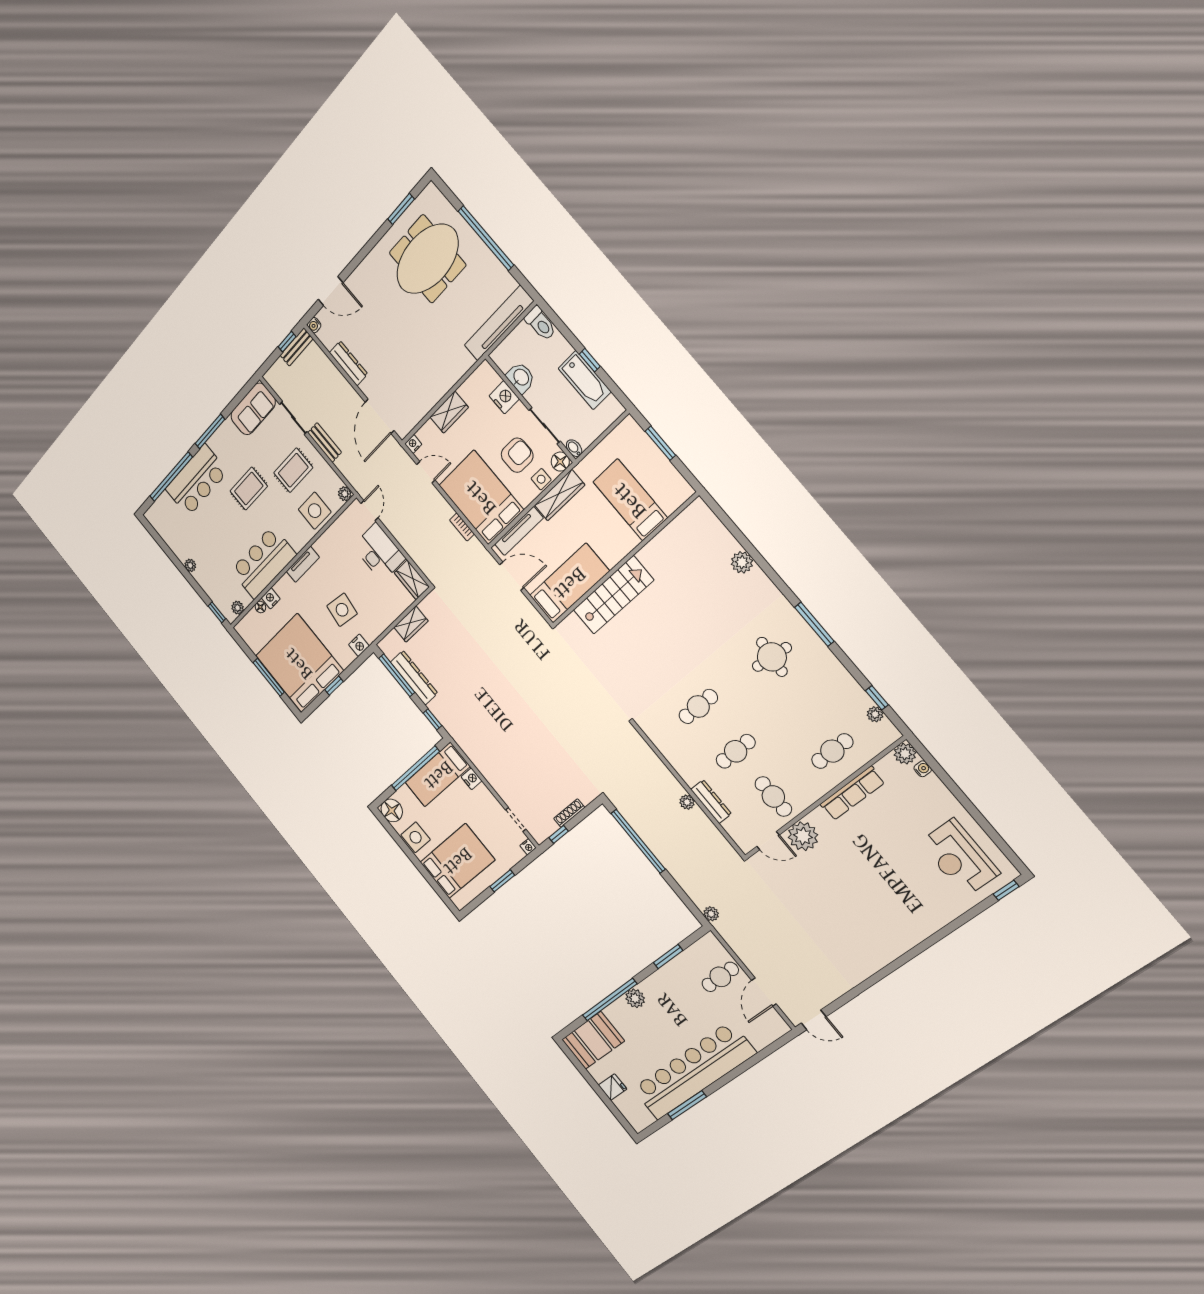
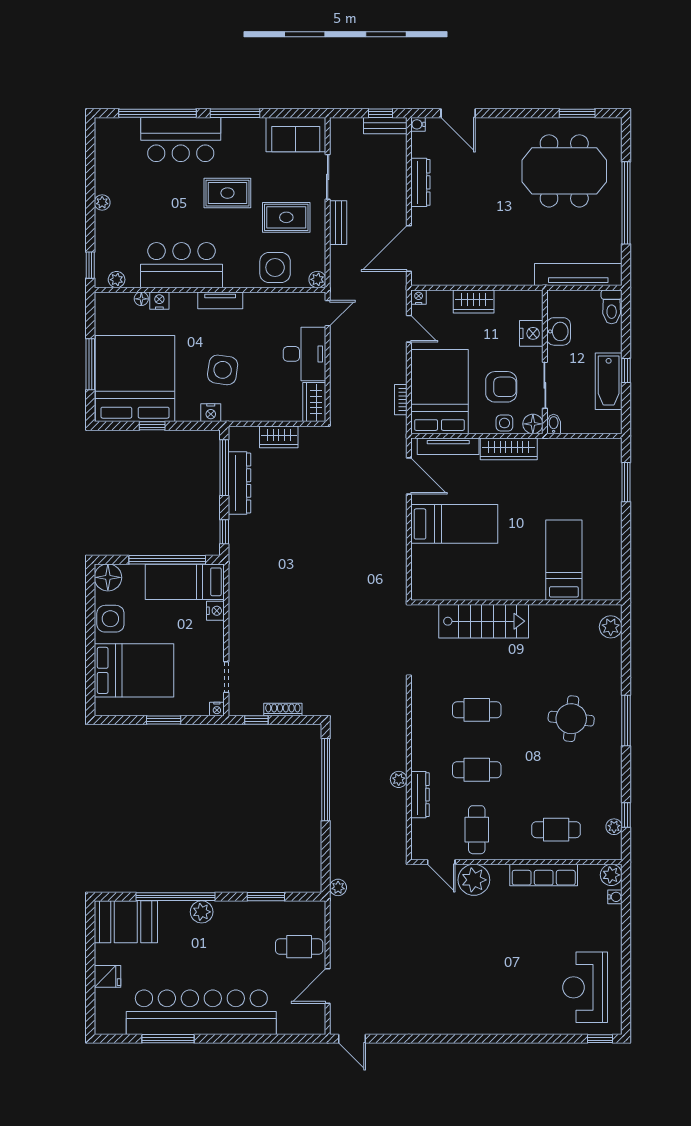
bed: (630, 500) -> (564, 560), moved
wall: (624, 561) -> (516, 602), moved
stairs: (613, 595) -> (484, 621), moved

